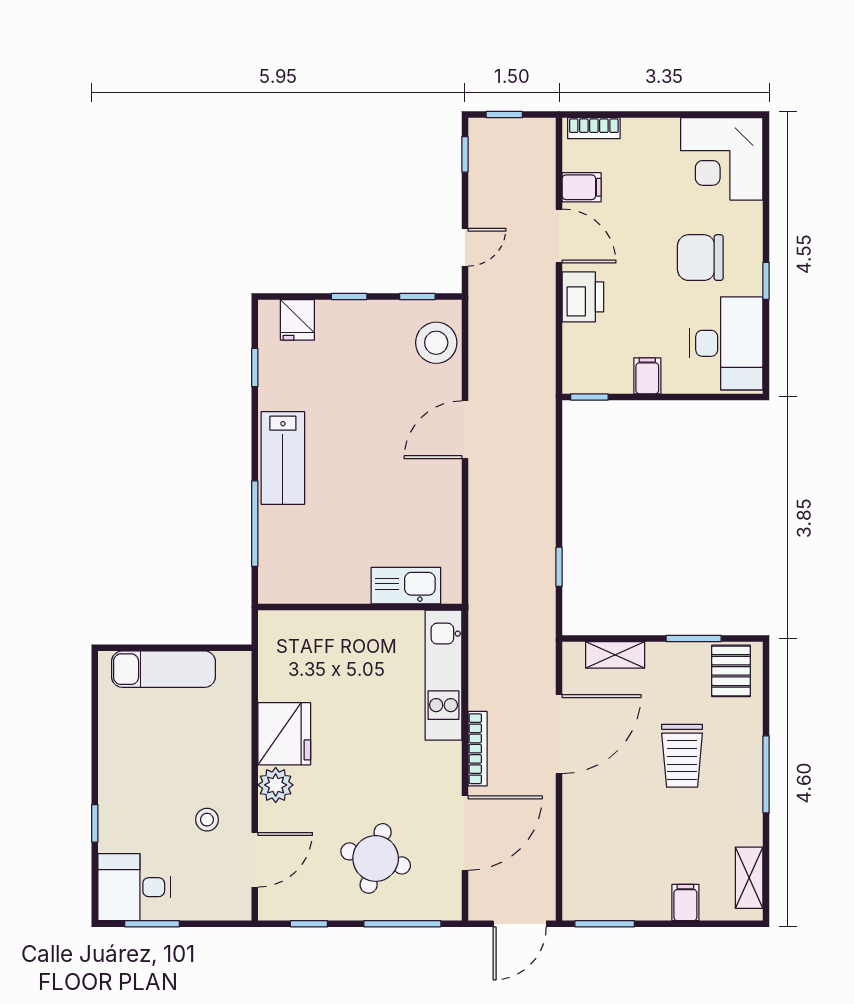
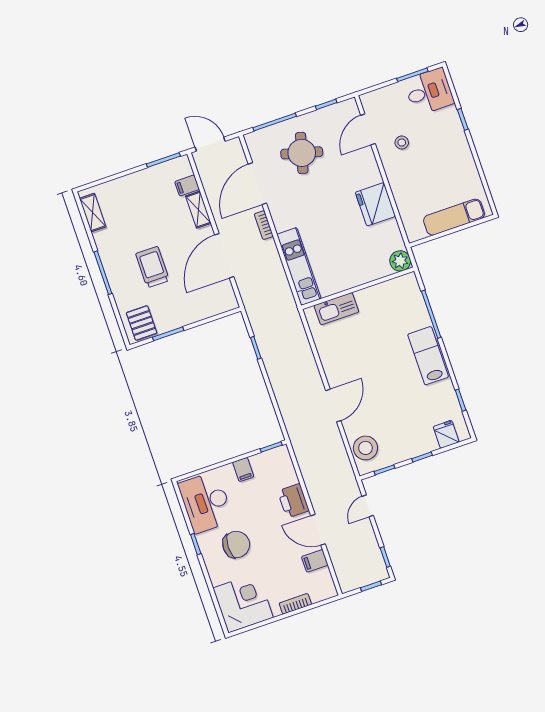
bookcase: (594, 128) -> (295, 604), moved
shelving: (615, 655) -> (198, 210), moved, turned 90
bookcase: (478, 749) -> (264, 225), width x0.64
plant: (276, 785) -> (400, 261), moved
filing cabinet: (685, 903) -> (187, 185), moved, turned 90
door: (520, 924) -> (210, 144), hinge flipped

